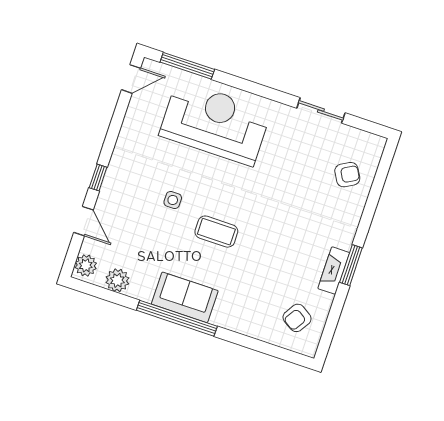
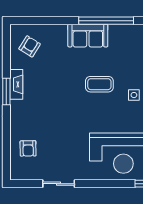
armchair: (347, 175) -> (28, 148), turned -61
sofa: (185, 297) -> (88, 36), moved

